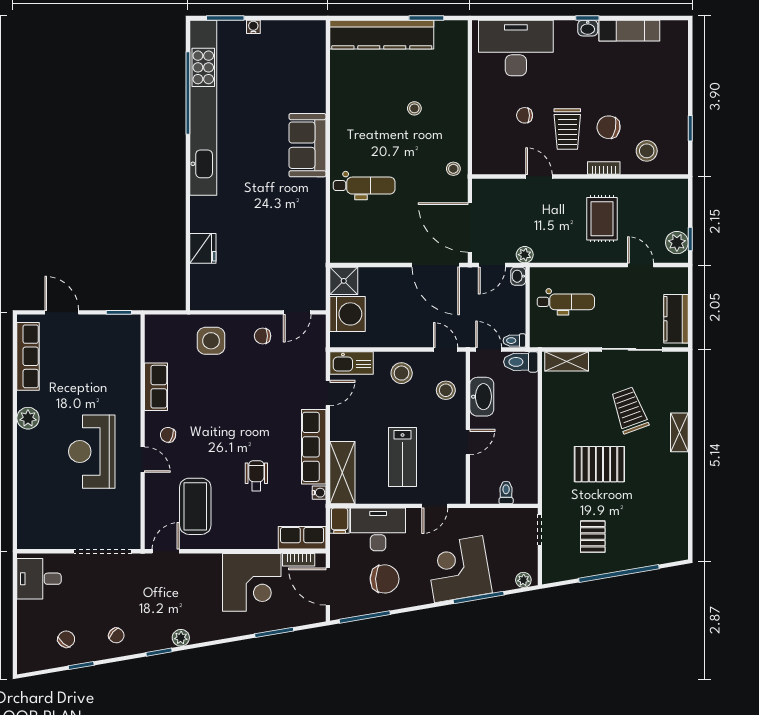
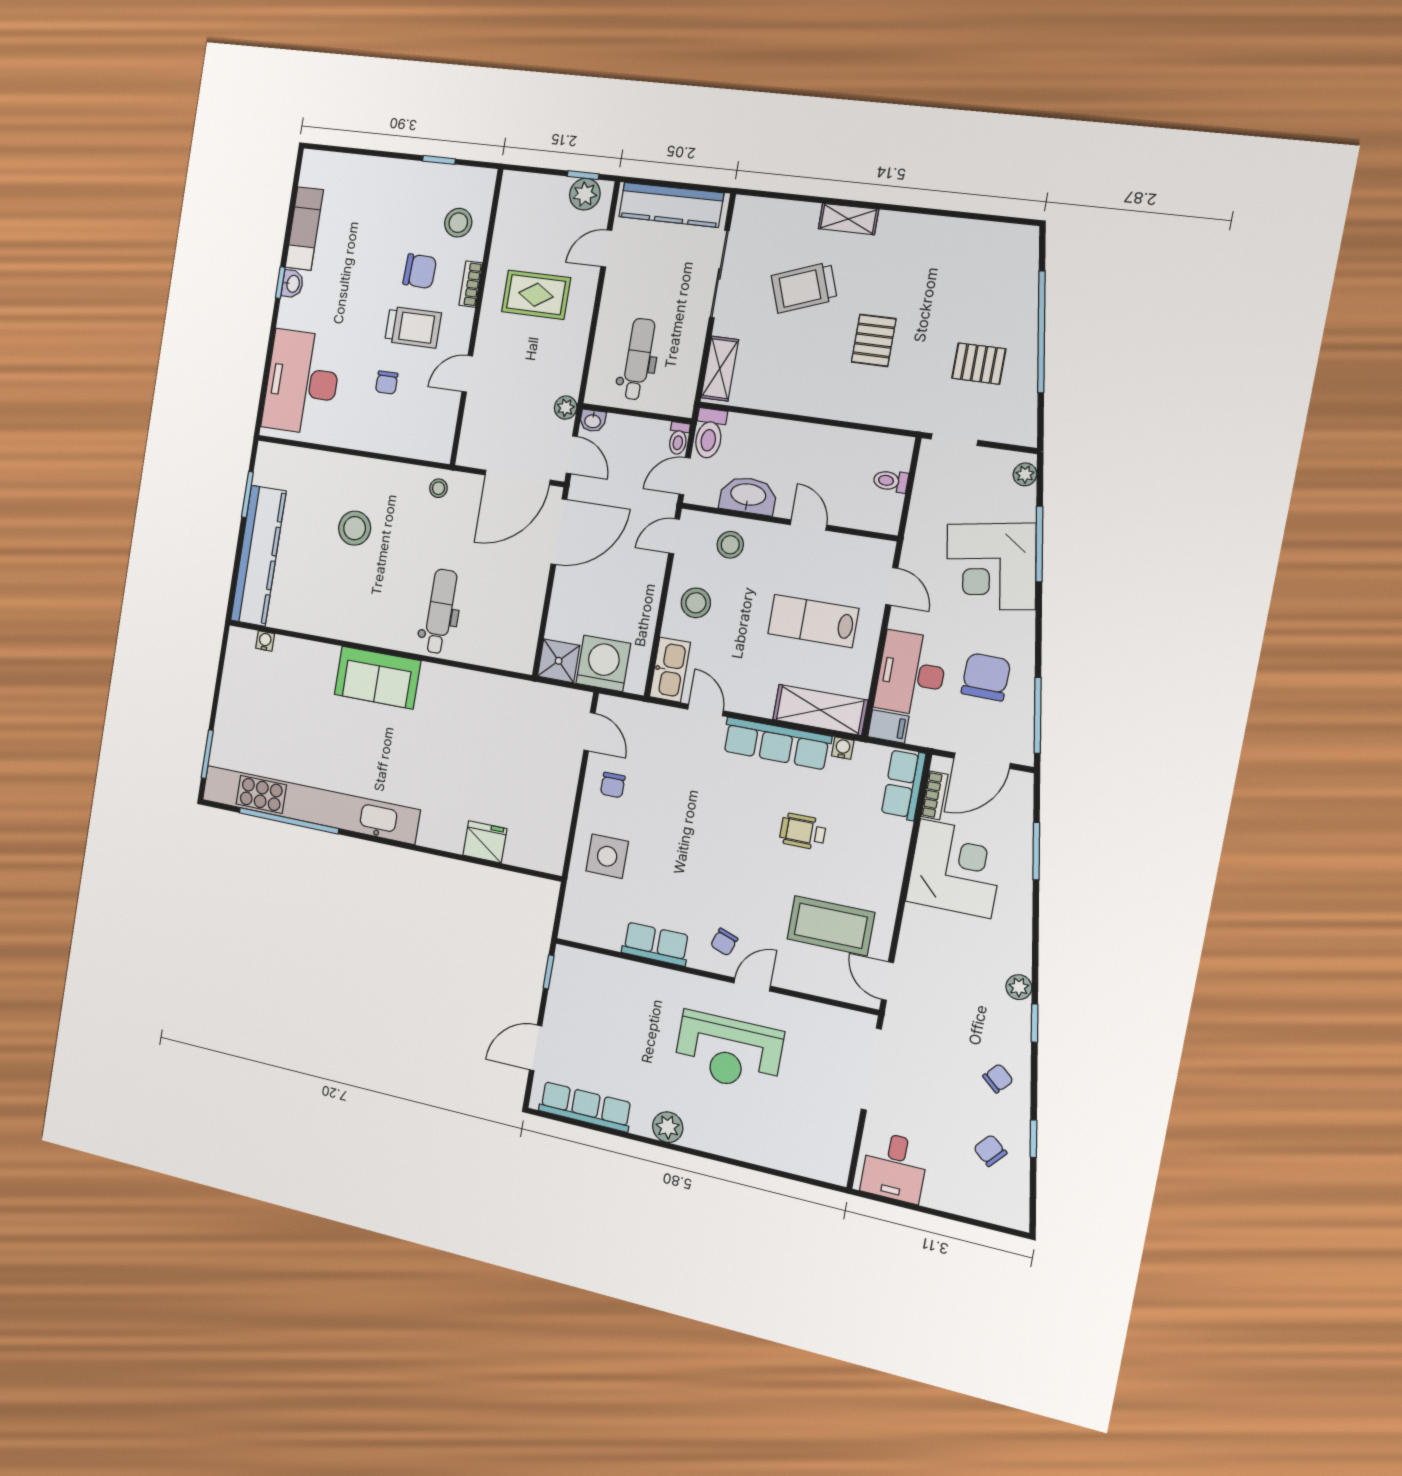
water cooler: (253, 27) -> (265, 641), moved, turned 90
stool: (414, 108) -> (355, 528), width x1.89, depth x1.89
chair: (609, 127) -> (420, 271), turned -99
kitchen counter: (676, 319) -> (671, 205), width x1.50
lab bench: (403, 457) -> (813, 621), turned 180
pallet: (599, 464) -> (874, 340), width x0.67, depth x0.71

